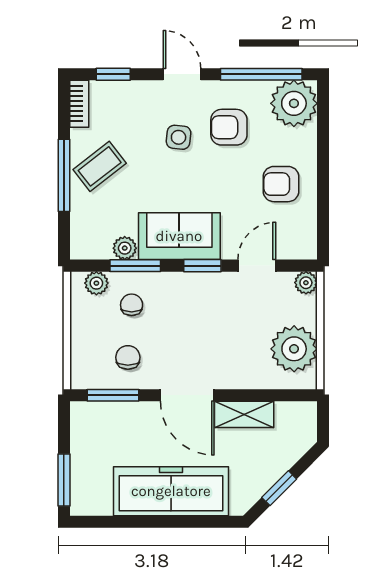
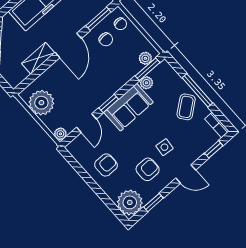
window: (261, 74) -> (153, 203), width x0.46
window: (135, 266) -> (147, 69), moved
chair: (132, 305) -> (120, 24), moved
door: (187, 395) -> (68, 45), swing flipped

